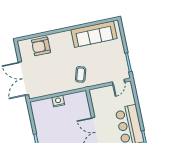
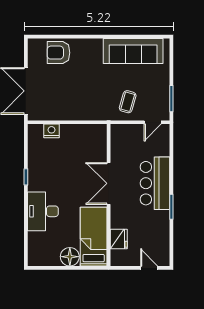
coffee table: (81, 74) -> (128, 102), moved
nightstand: (58, 101) -> (51, 131), moved

